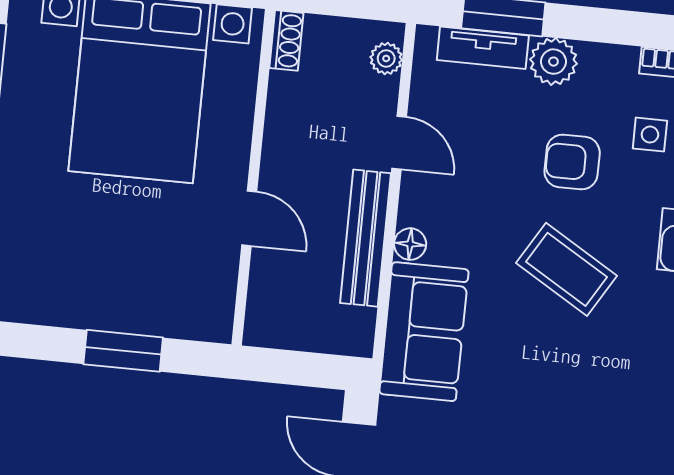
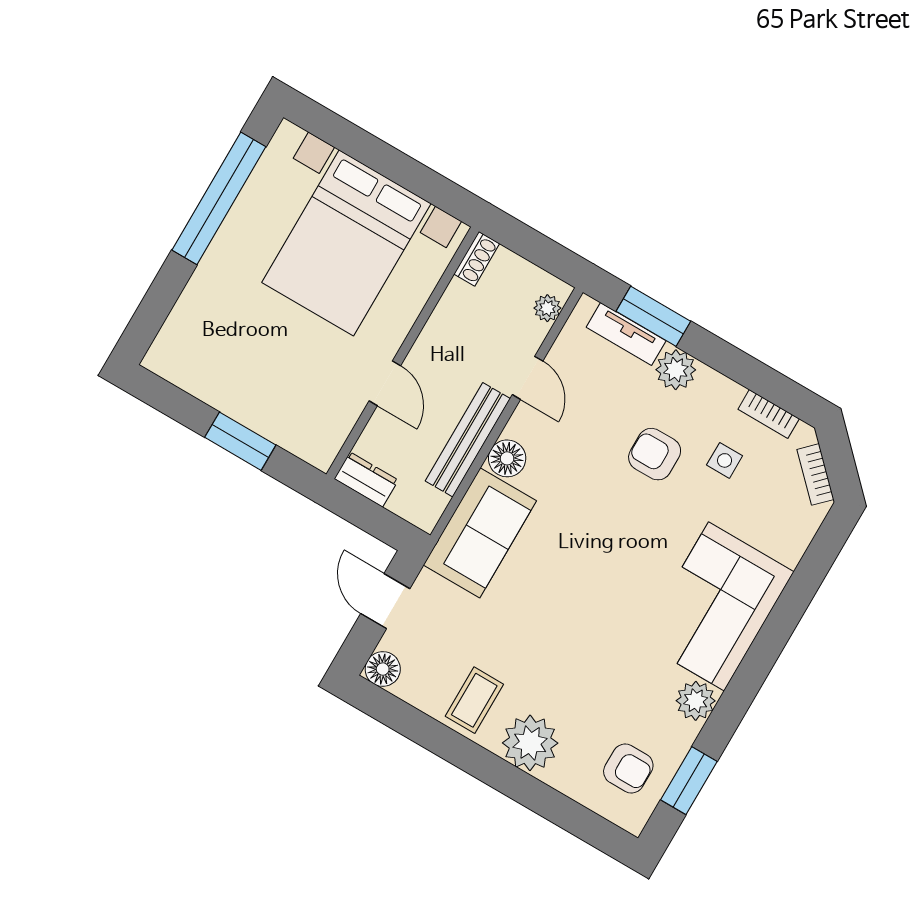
floor lamp: (410, 244) -> (507, 458), width x1.37, depth x1.37
coffee table: (566, 269) -> (612, 535), removed
dresser: (276, 330) -> (366, 480), added

